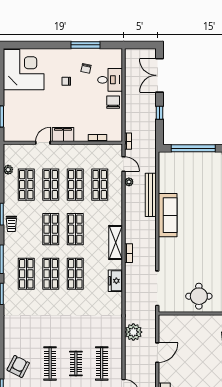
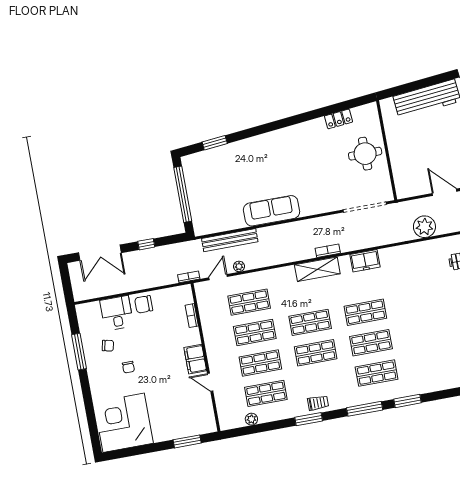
bench: (151, 195) -> (230, 240), moved

